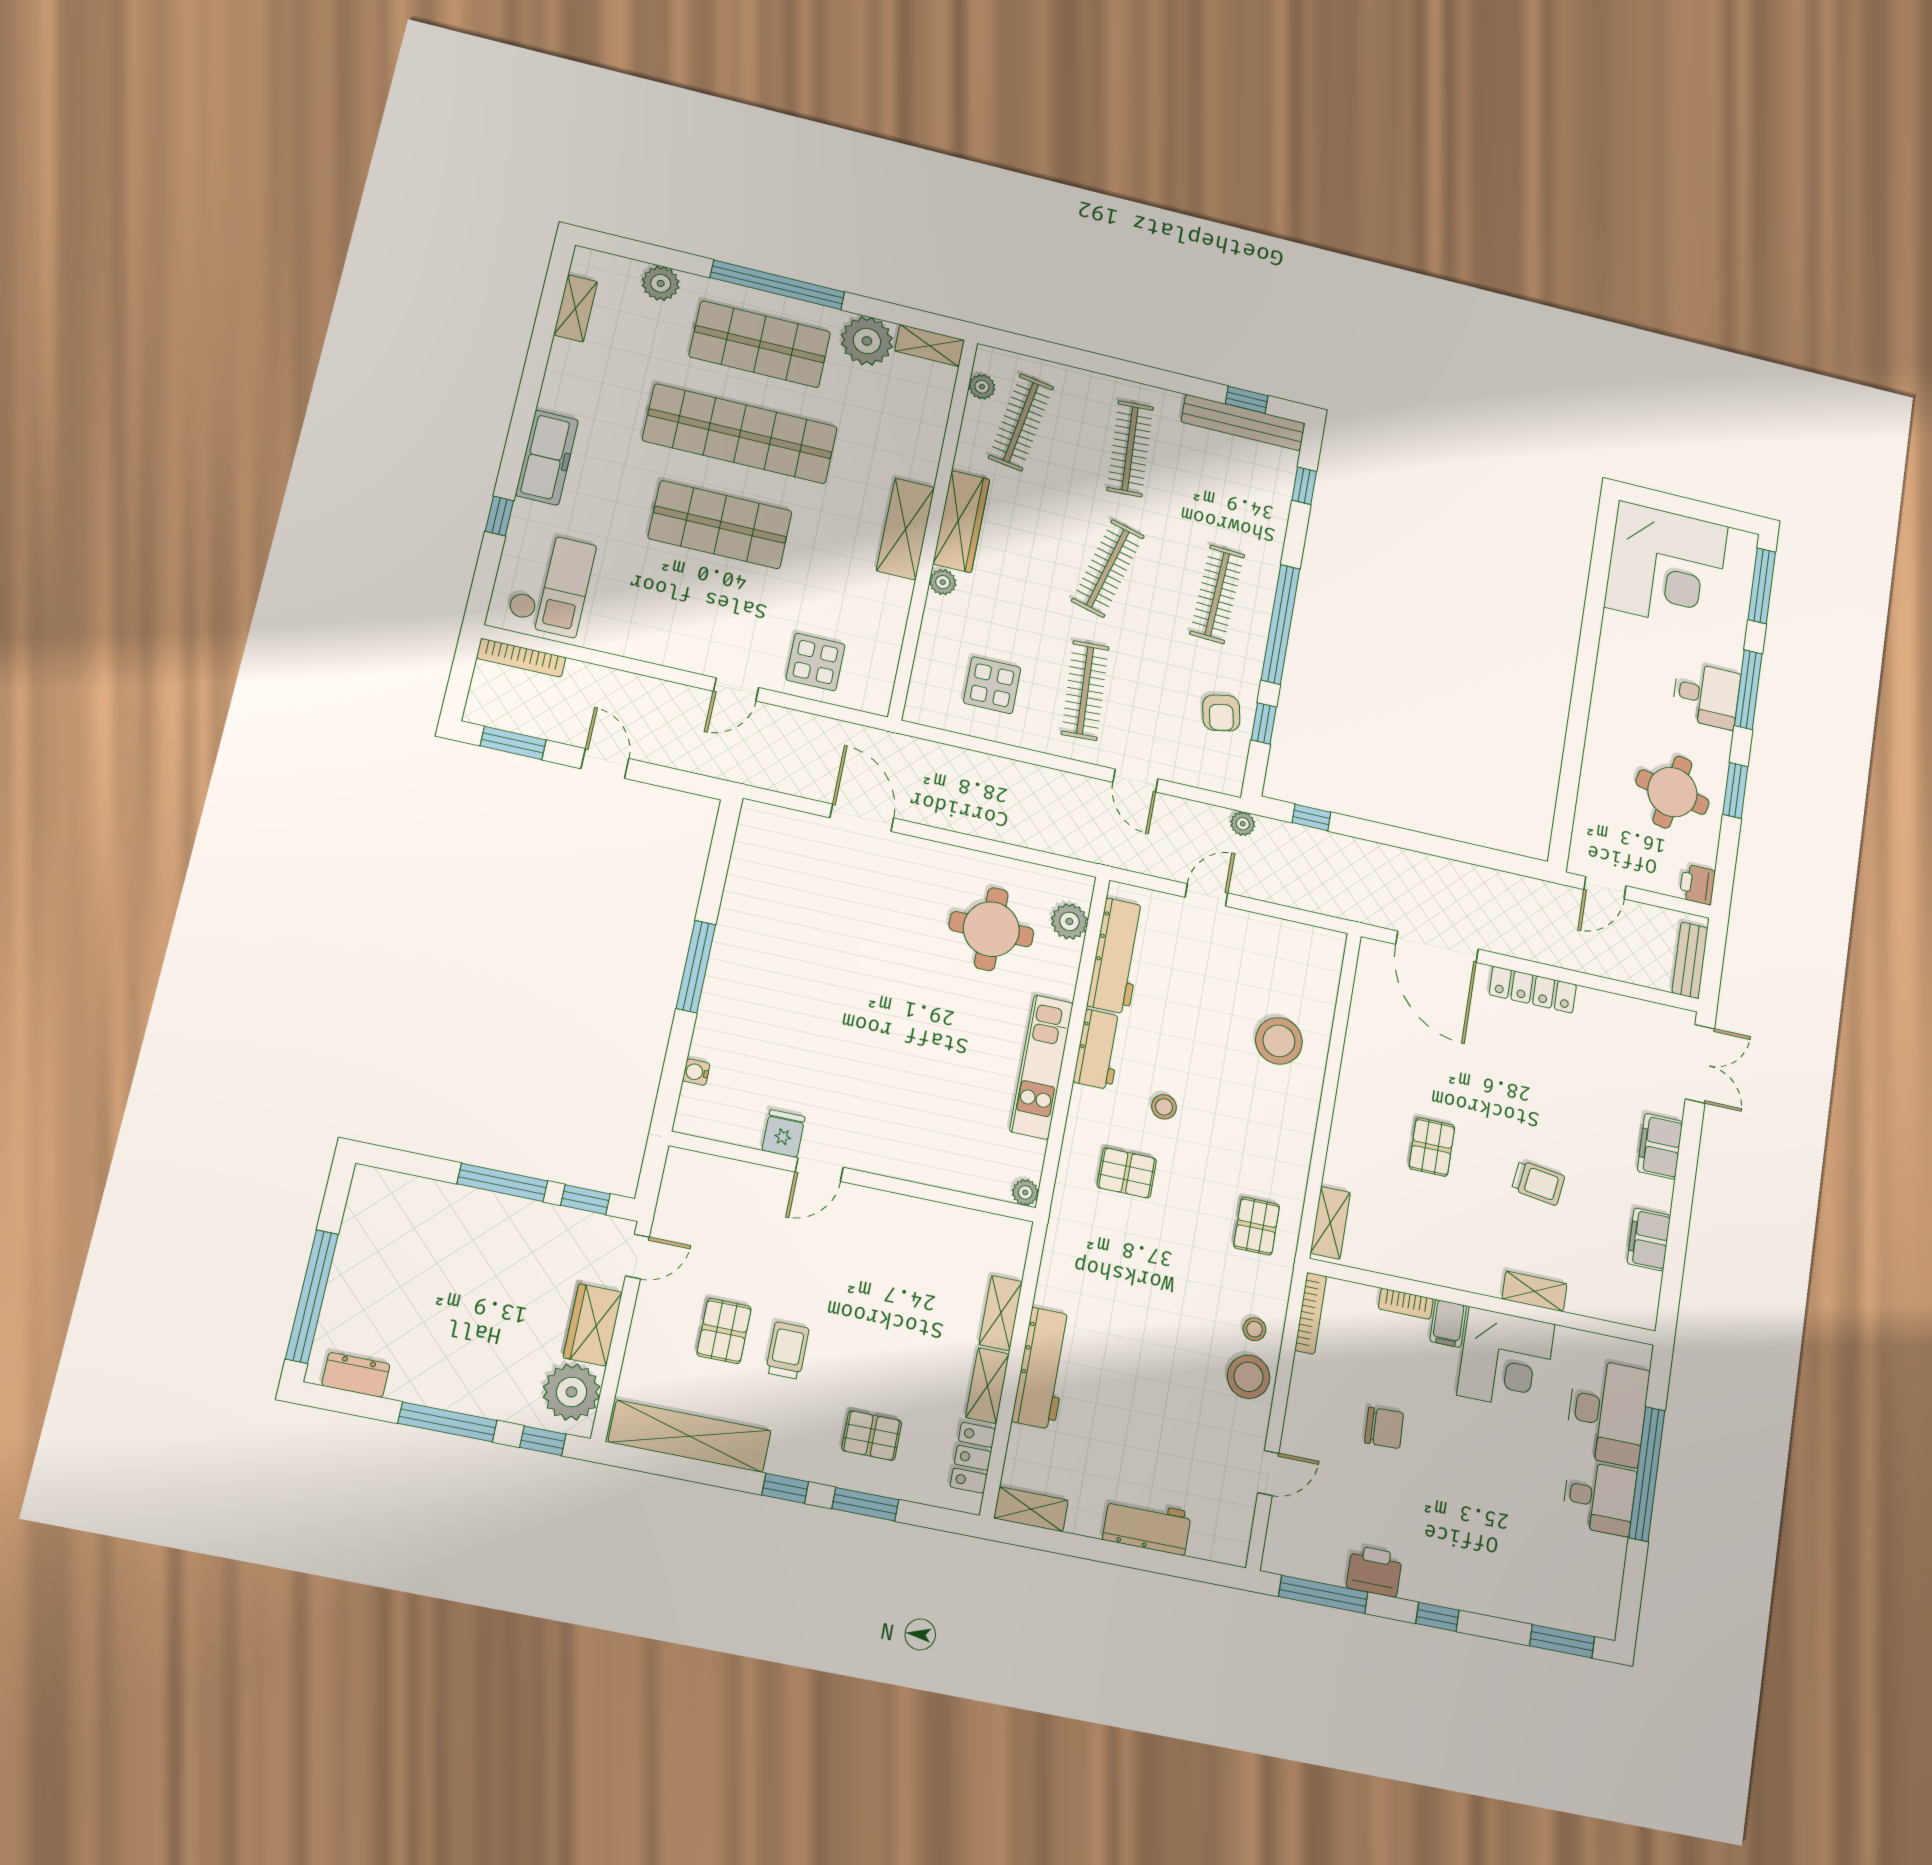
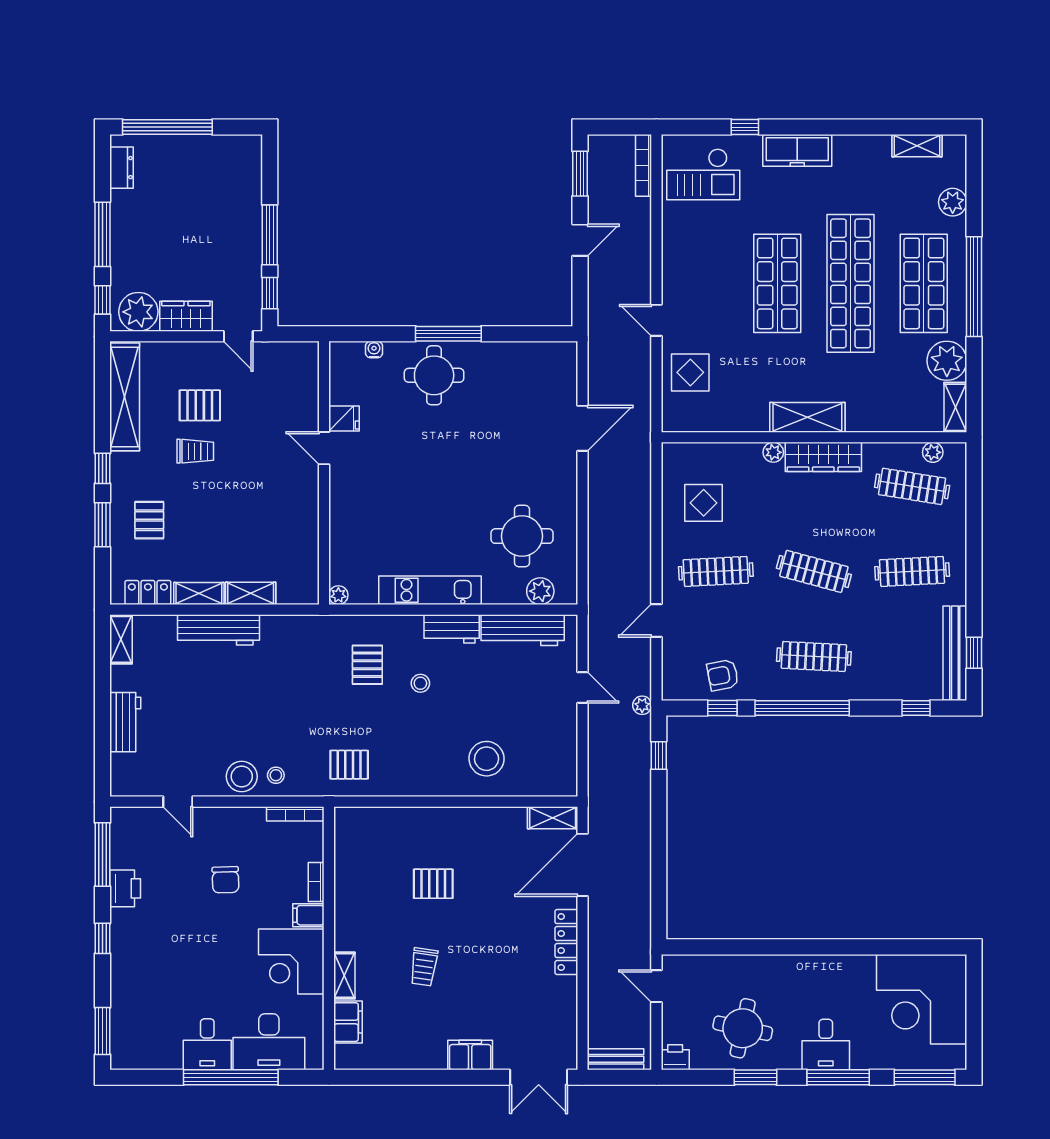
round table: (749, 998) -> (434, 375), added
shelving: (1330, 1223) -> (553, 818), moved
filing cabinet: (1649, 1239) -> (348, 1022), moved, turned 90

